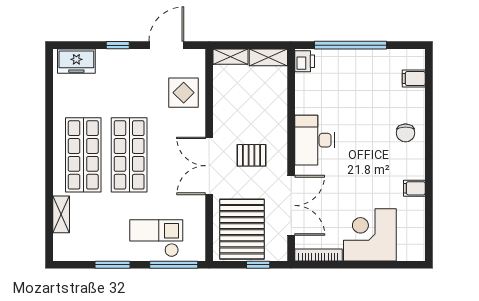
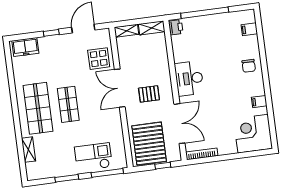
shop shelf: (129, 155) -> (68, 104), width x0.70, depth x0.74
double door: (209, 166) -> (120, 88), moved
corner desk: (370, 235) -> (253, 134), moved

